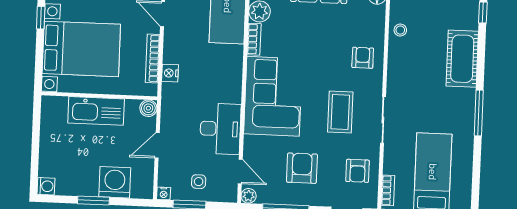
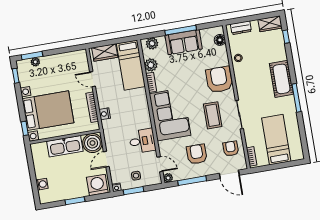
window: (41, 18) -> (25, 128), moved
armchair: (363, 58) -> (219, 80), width x1.88, depth x1.88
cot: (462, 59) -> (281, 79), moved
boiler: (148, 108) -> (92, 143), width x1.86, depth x1.86
desk: (220, 129) -> (142, 141), width x0.73
armchair: (358, 171) -> (231, 149), turned 180
washing machine: (115, 182) -> (97, 185), moved
washing machine: (46, 186) -> (42, 184), moved

